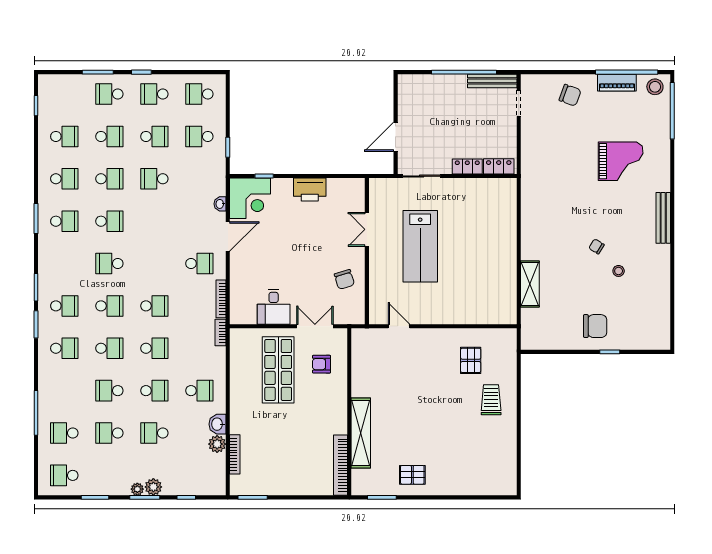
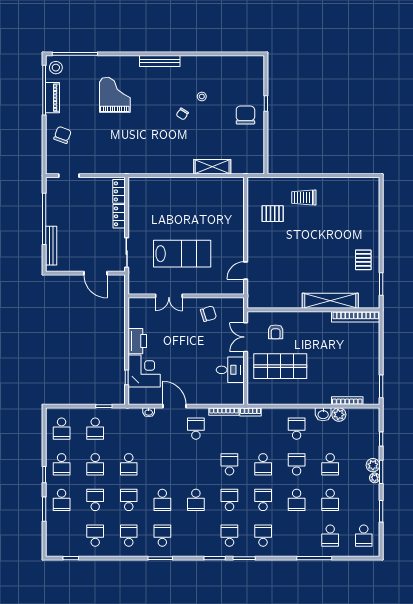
bench: (492, 81) -> (51, 246), moved
school desk: (154, 136) -> (95, 464), turned 180
corner desk: (250, 198) -> (144, 371), moved
school desk: (109, 221) -> (162, 500), turned 180
school desk: (154, 348) -> (263, 464), turned 180

